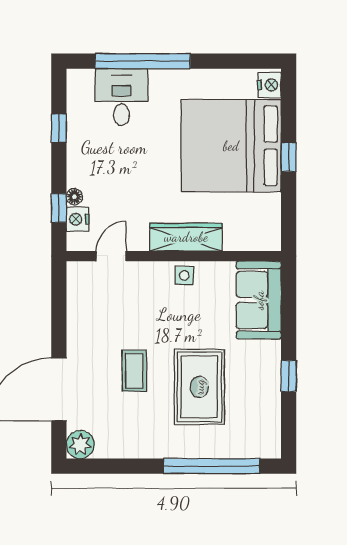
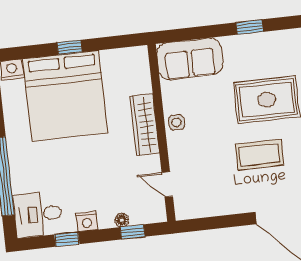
desk: (121, 97) -> (38, 214), moved
nightstand: (78, 219) -> (87, 221), moved
coffee table: (134, 371) -> (259, 155), width x1.36, depth x1.30

